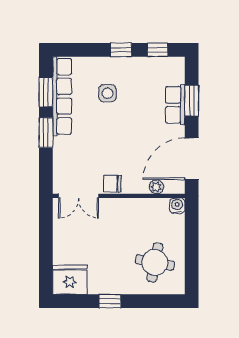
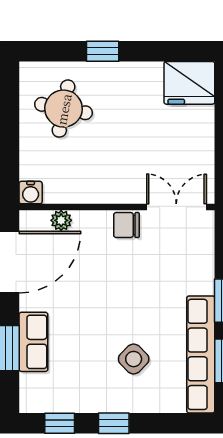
side table: (108, 93) -> (134, 359), turned 45
chair: (112, 184) -> (126, 225), turned 180
window: (110, 301) -> (103, 51), moved

